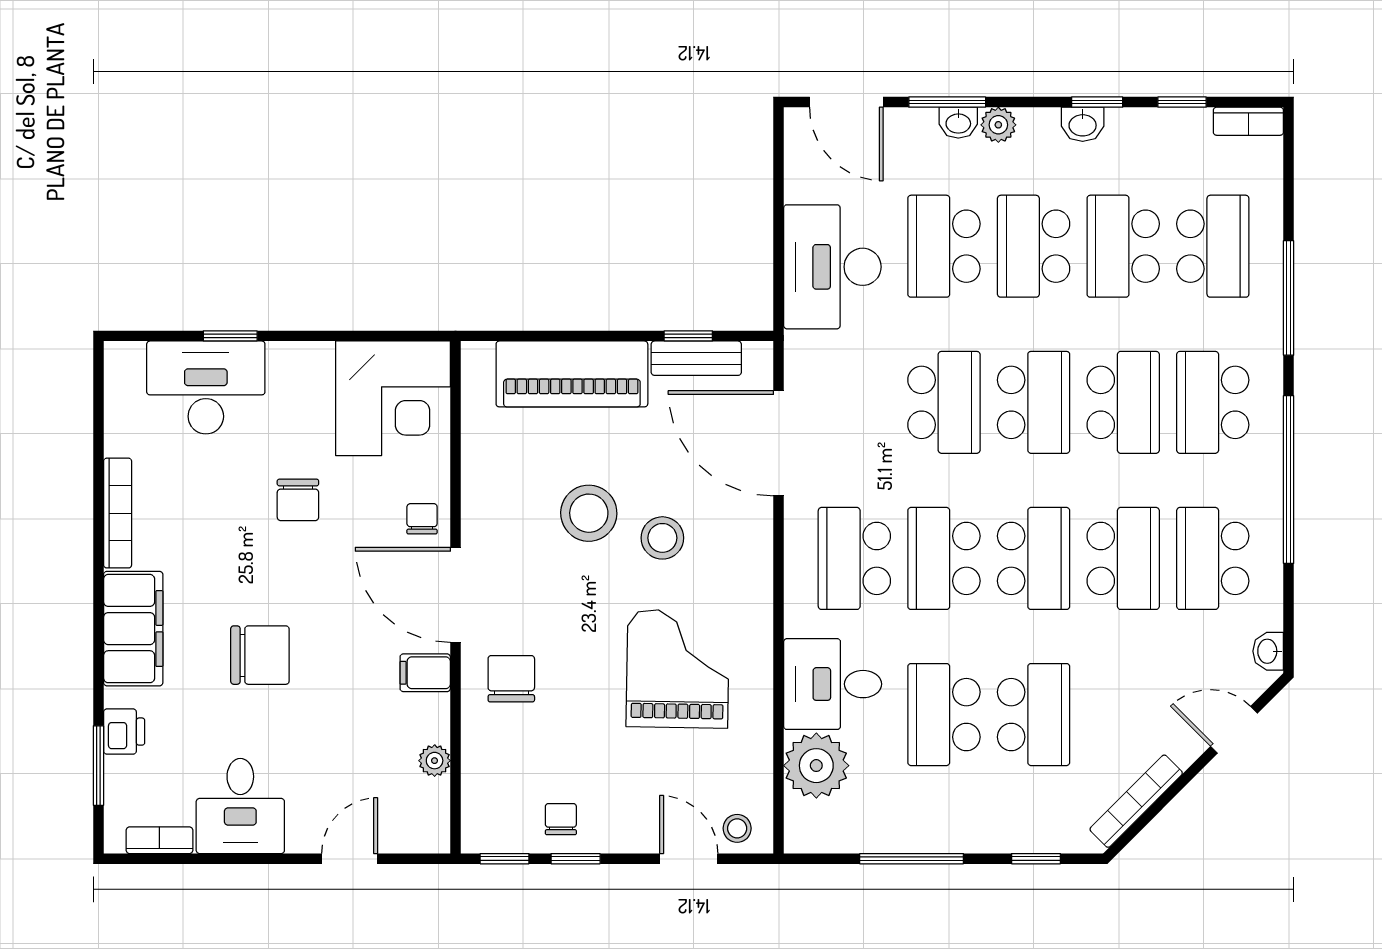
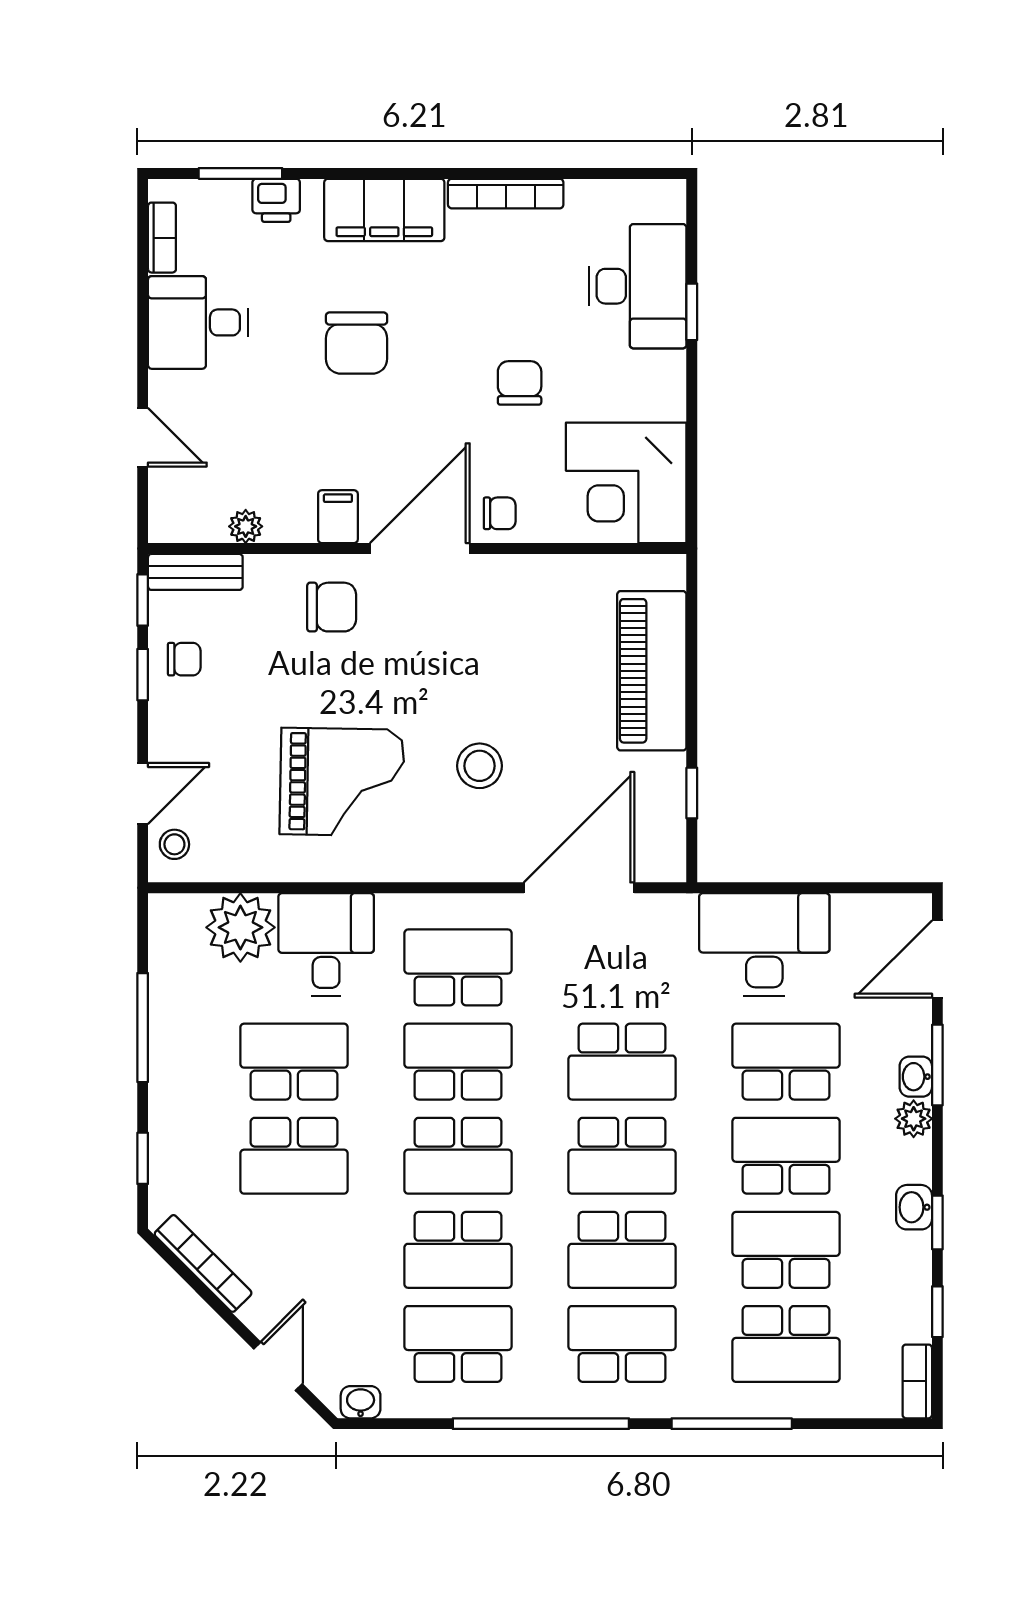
bench: (696, 358) -> (195, 572), moved, turned 90
chair: (298, 500) -> (520, 383), turned 90
stool: (589, 513) -> (506, 689), removed

